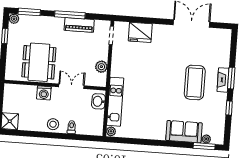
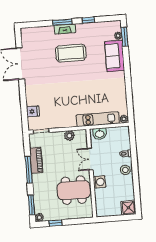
fridge: (140, 32) -> (33, 111), width x0.53, depth x0.75

